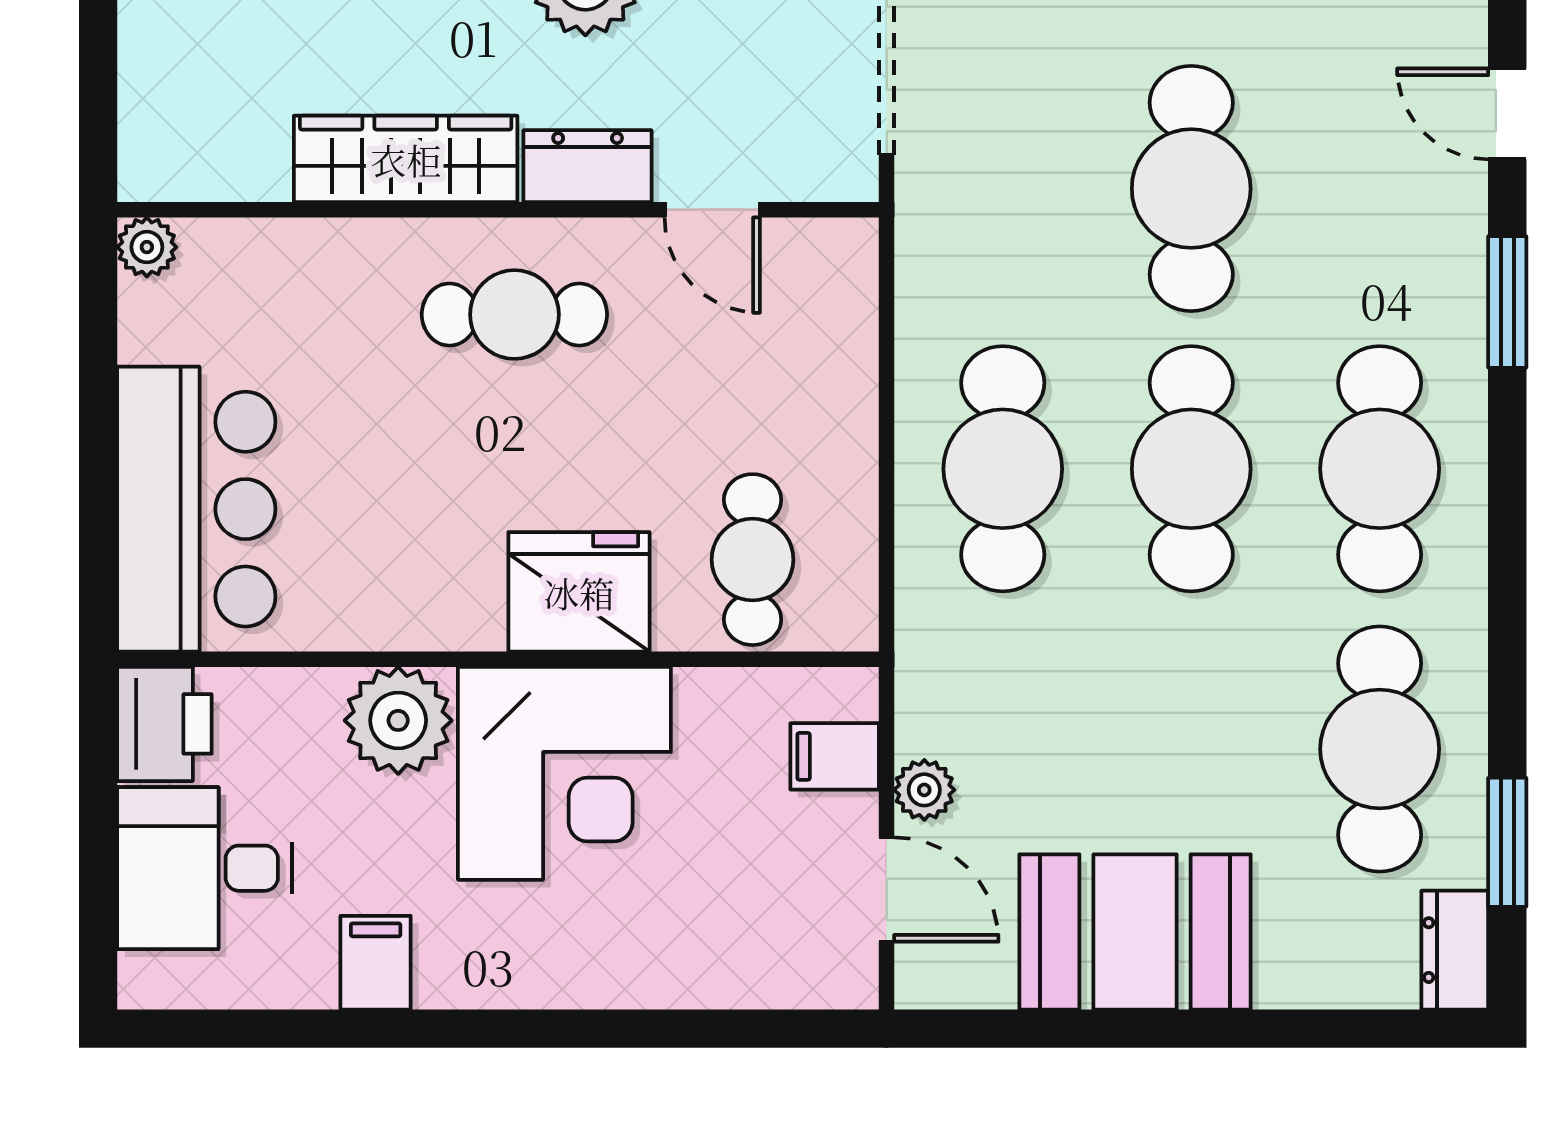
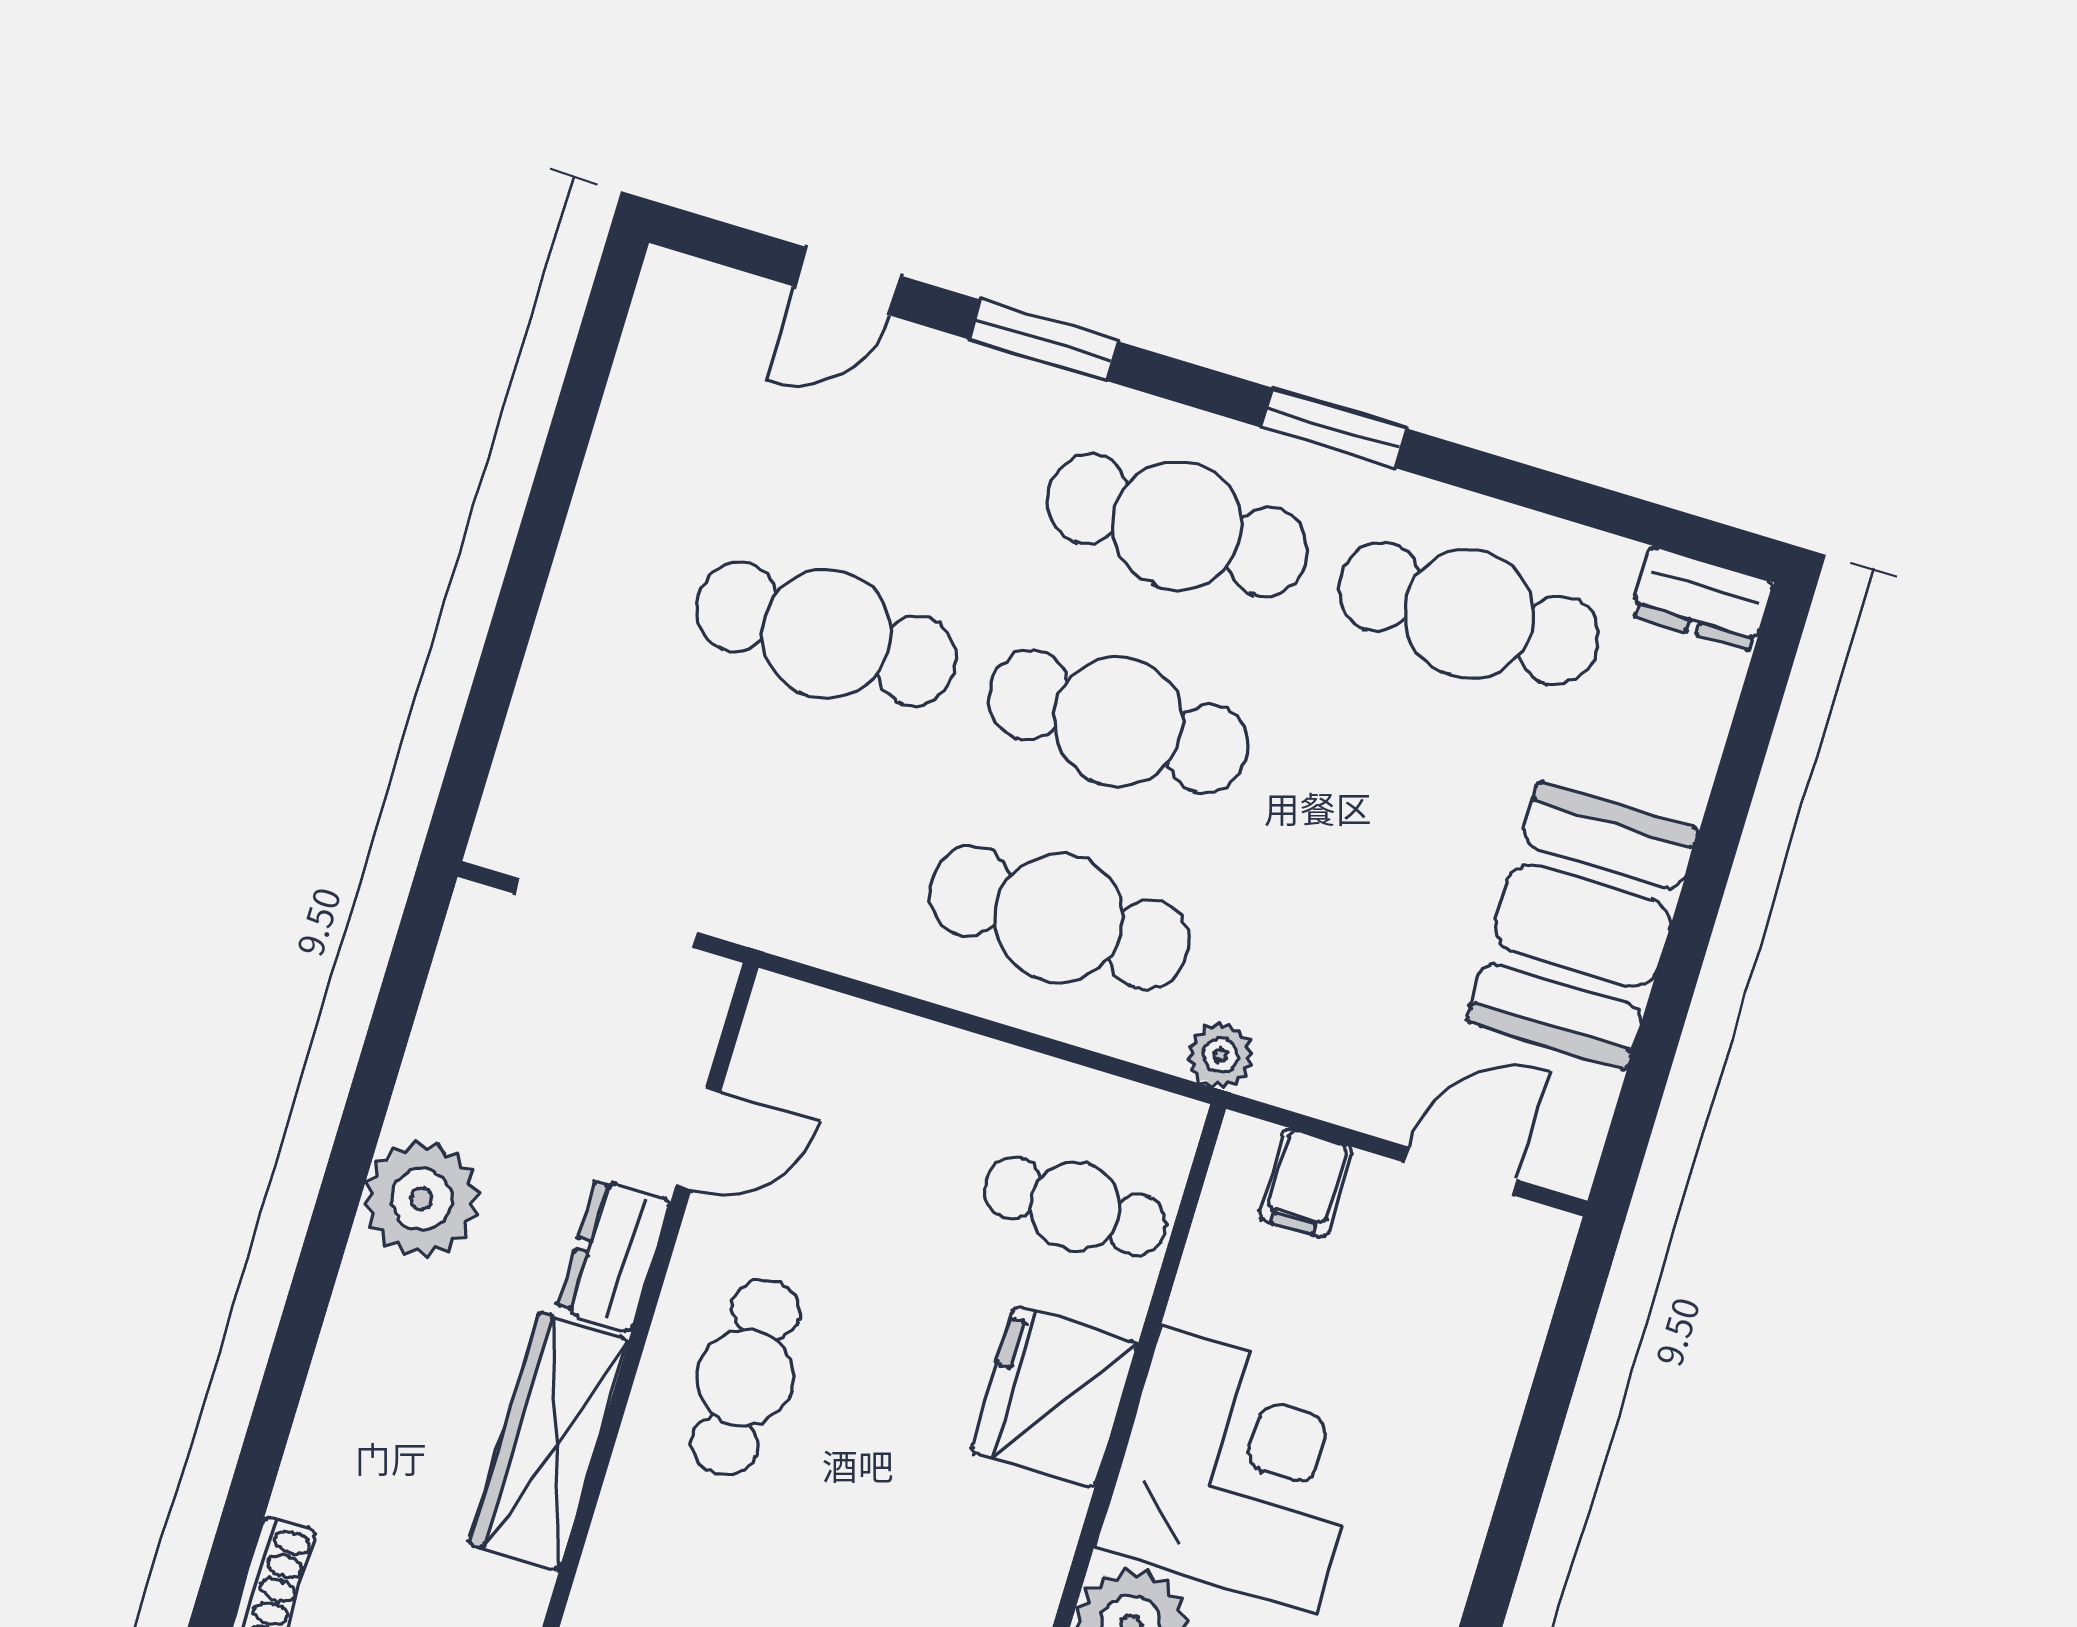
plant: (924, 790) -> (1220, 1056), moved
window: (1507, 842) -> (1333, 428), moved

